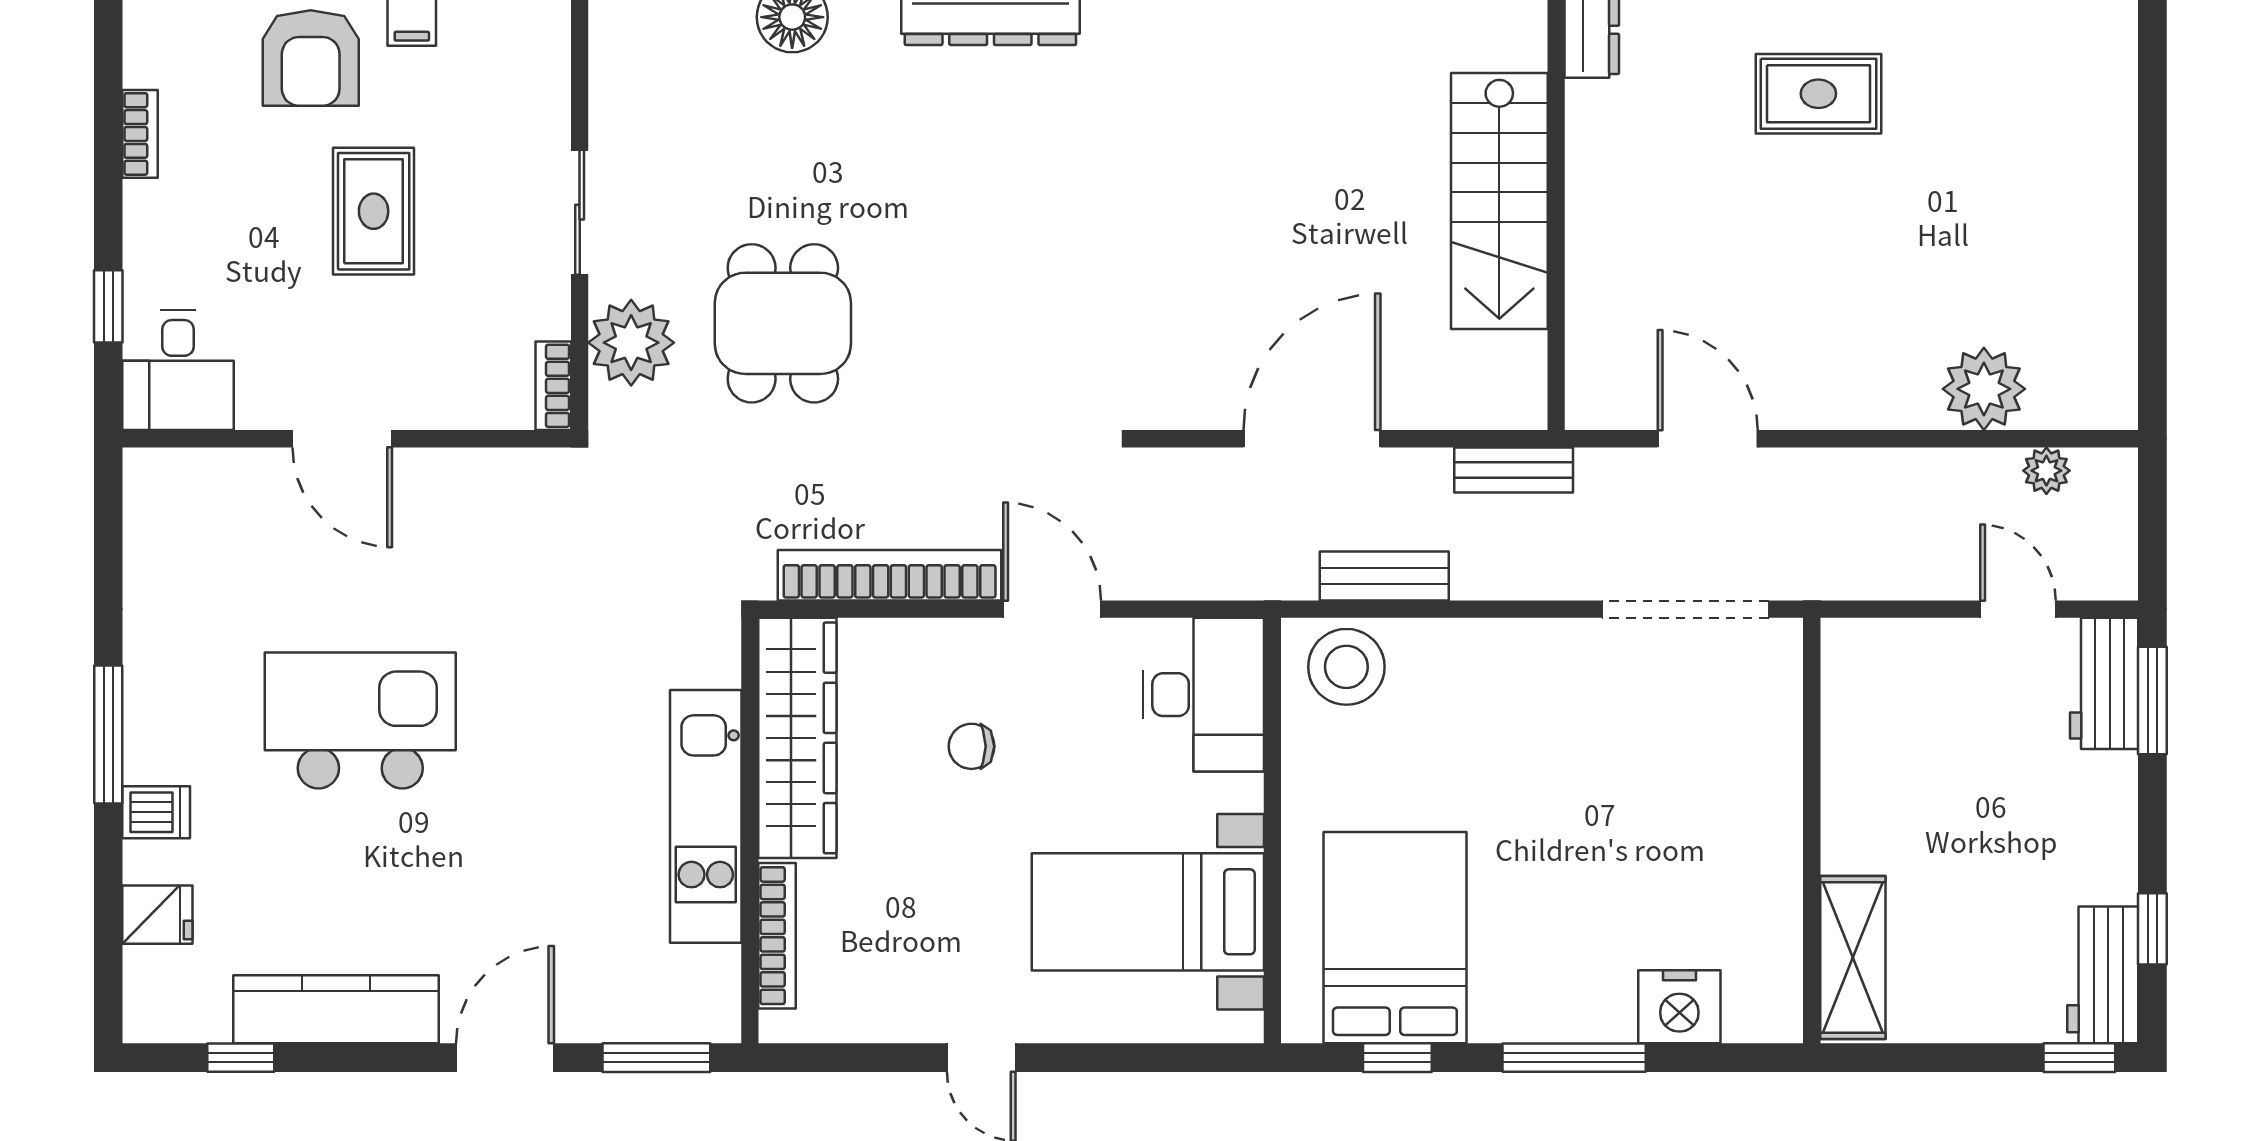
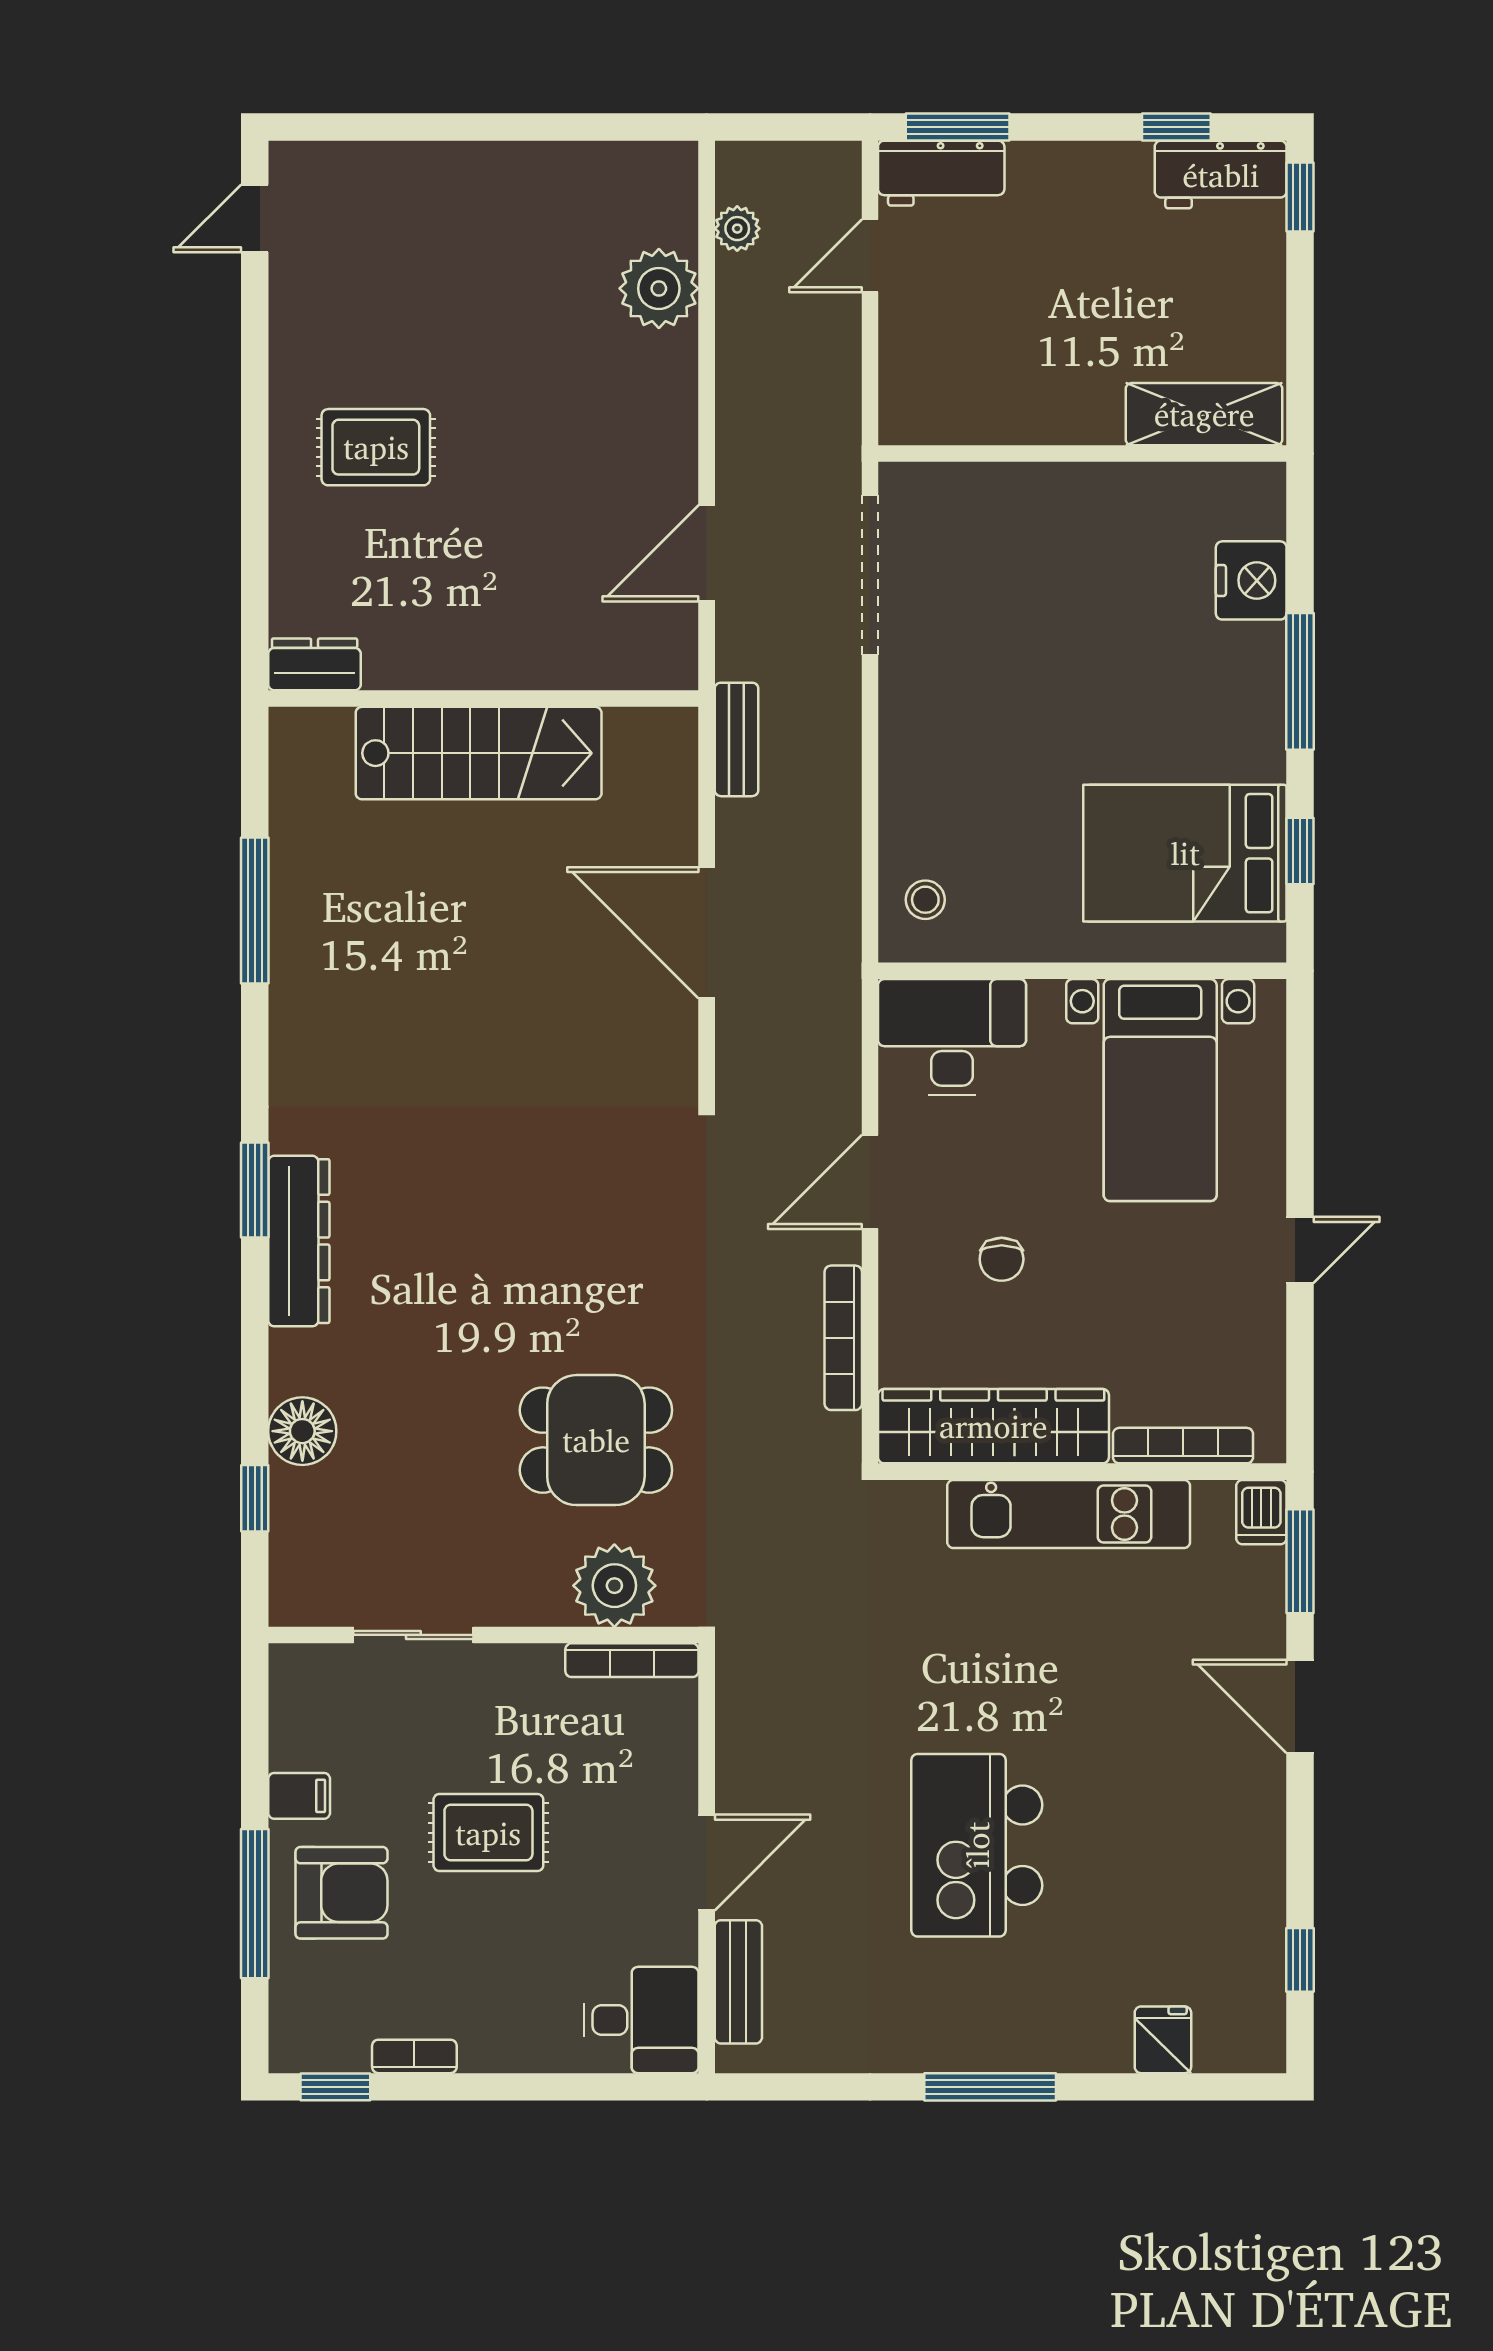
rug: (1818, 94) -> (376, 447), turned 90
sliding door: (580, 212) -> (413, 1635), moved
window: (108, 306) -> (335, 2087), moved
bookcase: (553, 386) -> (632, 1660), width x1.56
bookcase: (890, 575) -> (843, 1338), width x0.68, depth x0.76
bench: (1384, 576) -> (738, 1982), moved
stool: (1346, 667) -> (925, 900), width x0.53, depth x0.53
dishwasher: (156, 812) -> (1261, 1512), moved, turned 180
kitchen counter: (336, 1009) -> (1254, 1869), removed

